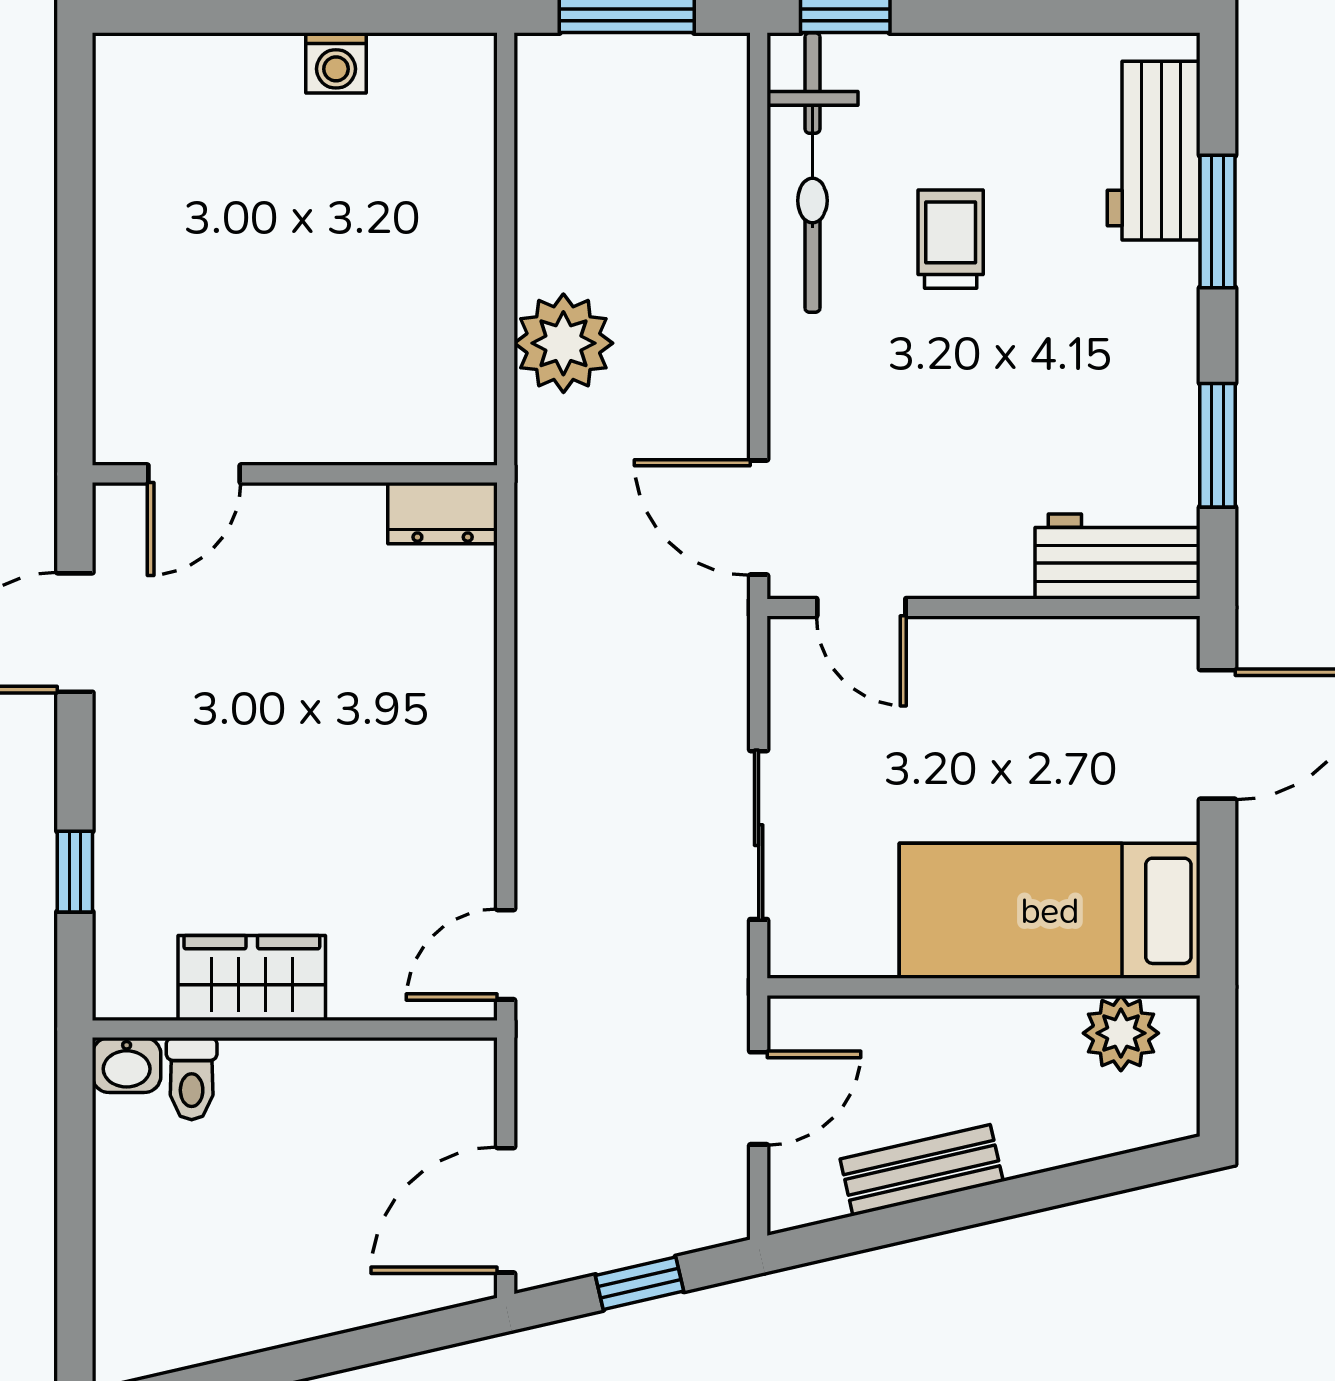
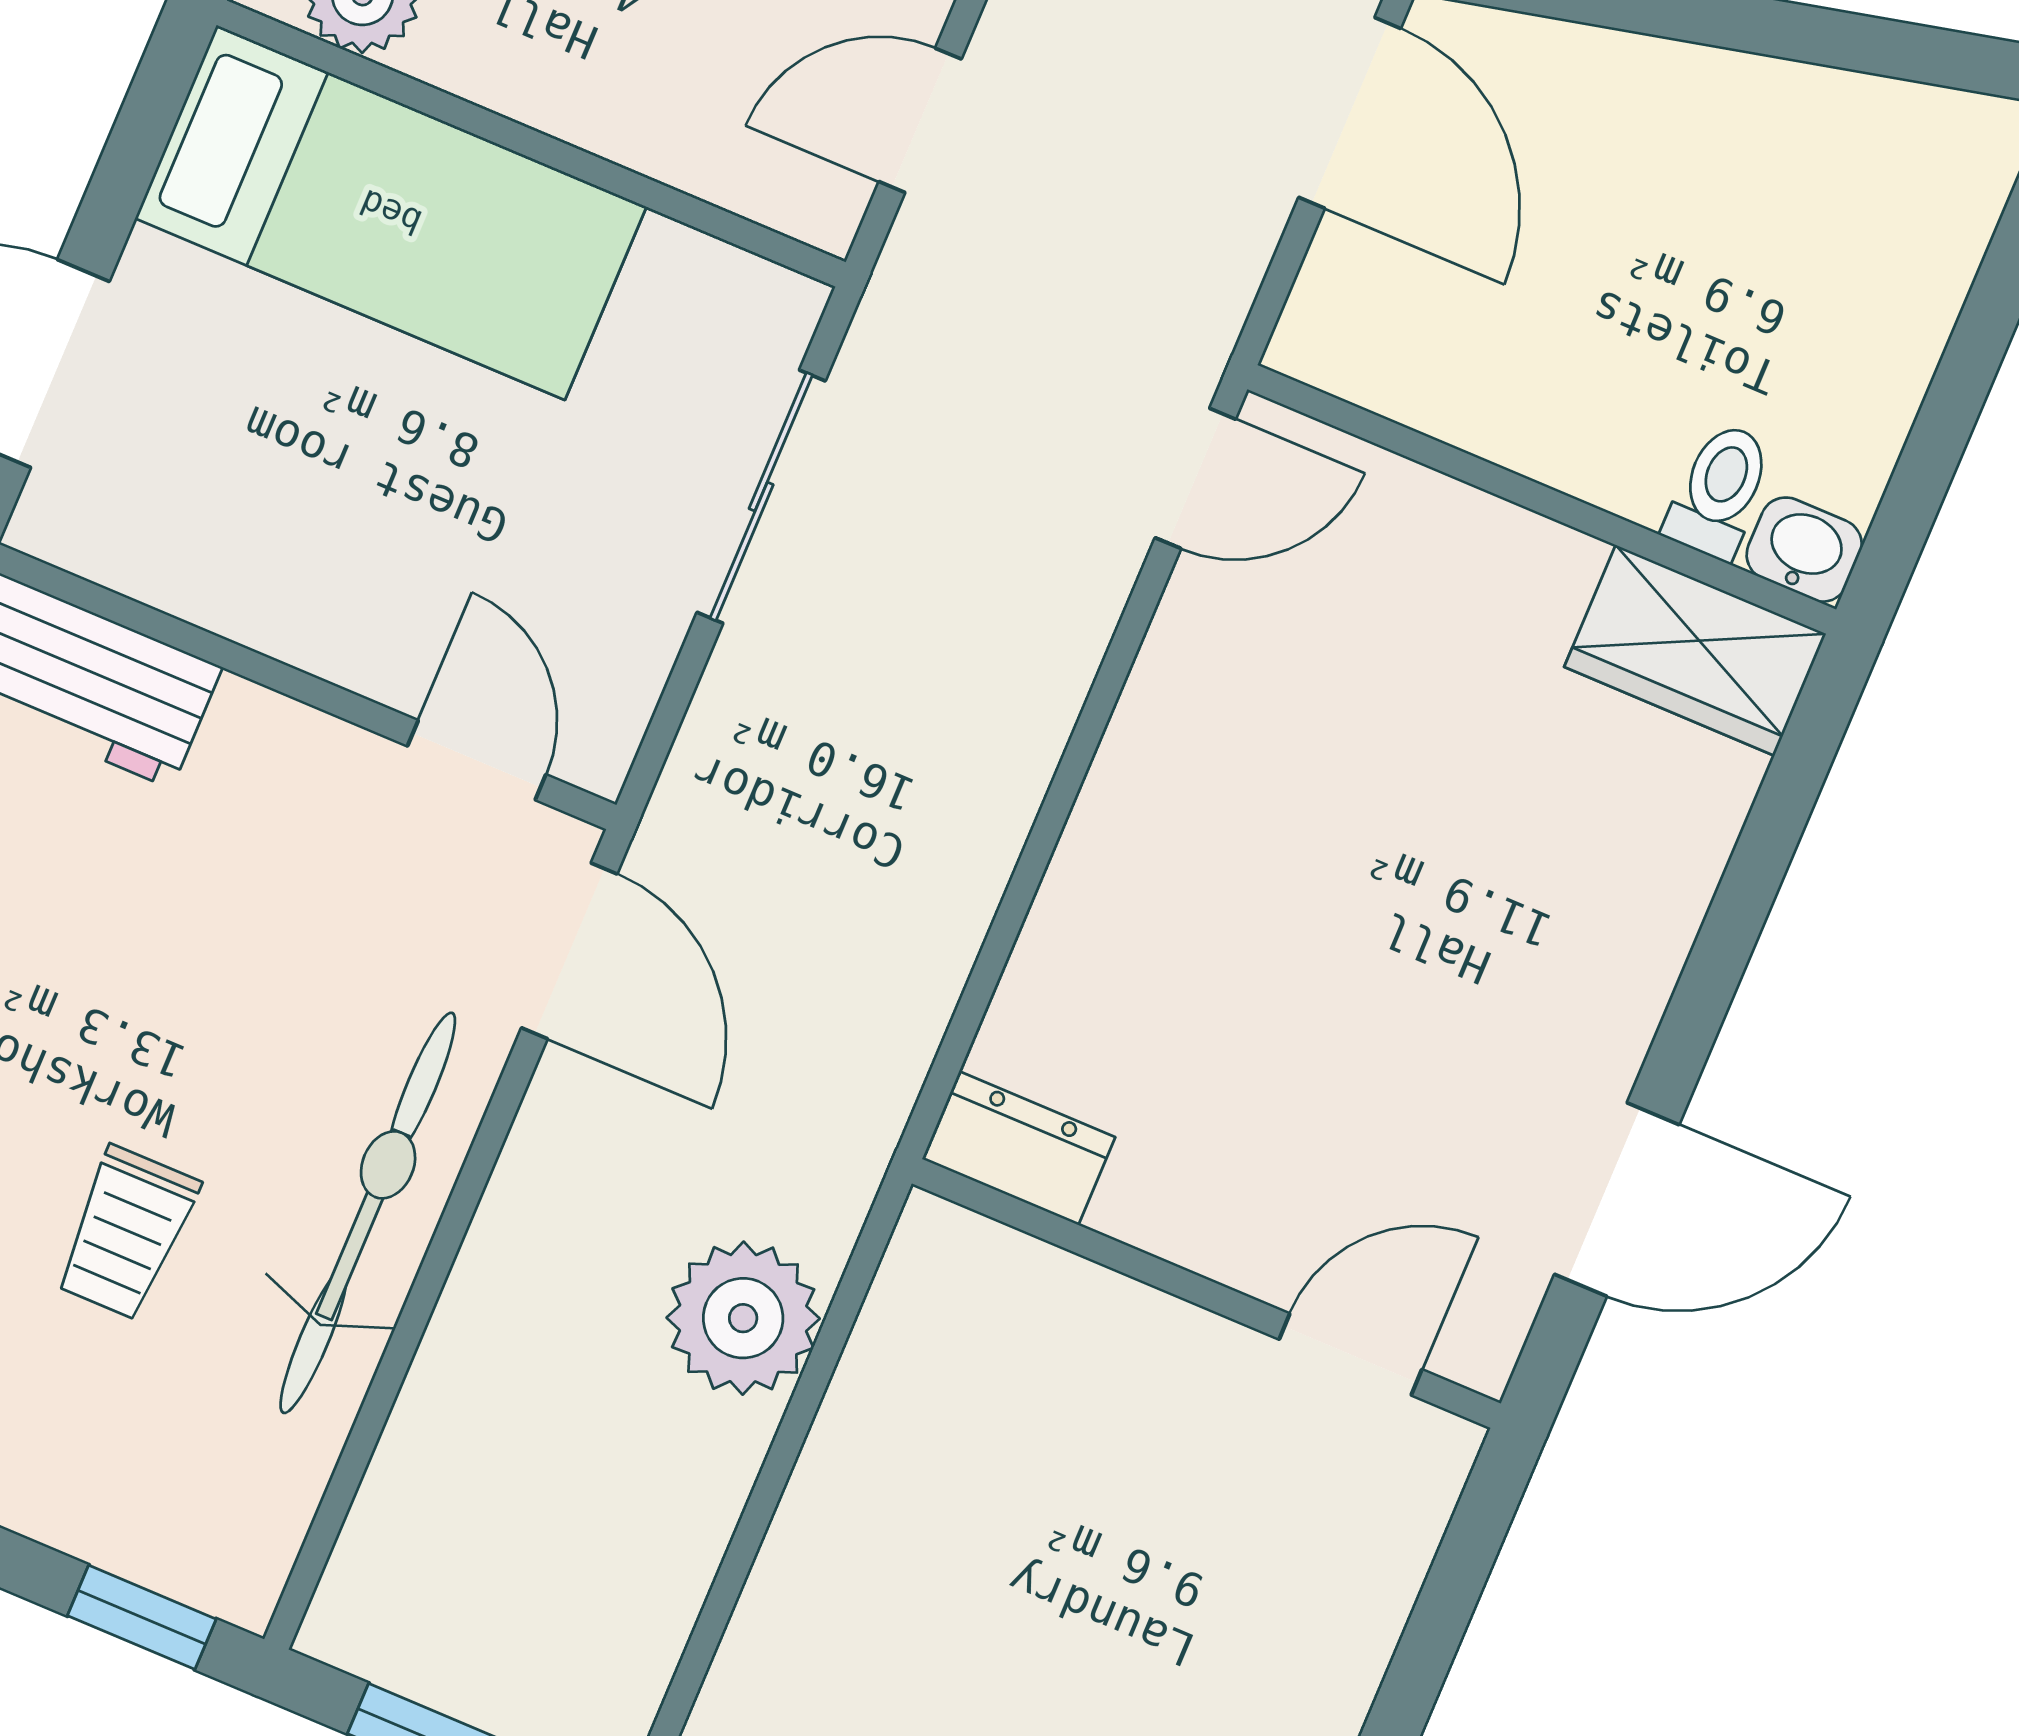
bicycle: (812, 173) -> (368, 1213), moved
window: (75, 872) -> (1761, 858), removed
wardrobe: (252, 978) -> (1695, 650), moved
door: (506, 1210) -> (1350, 113), hinge flipped

